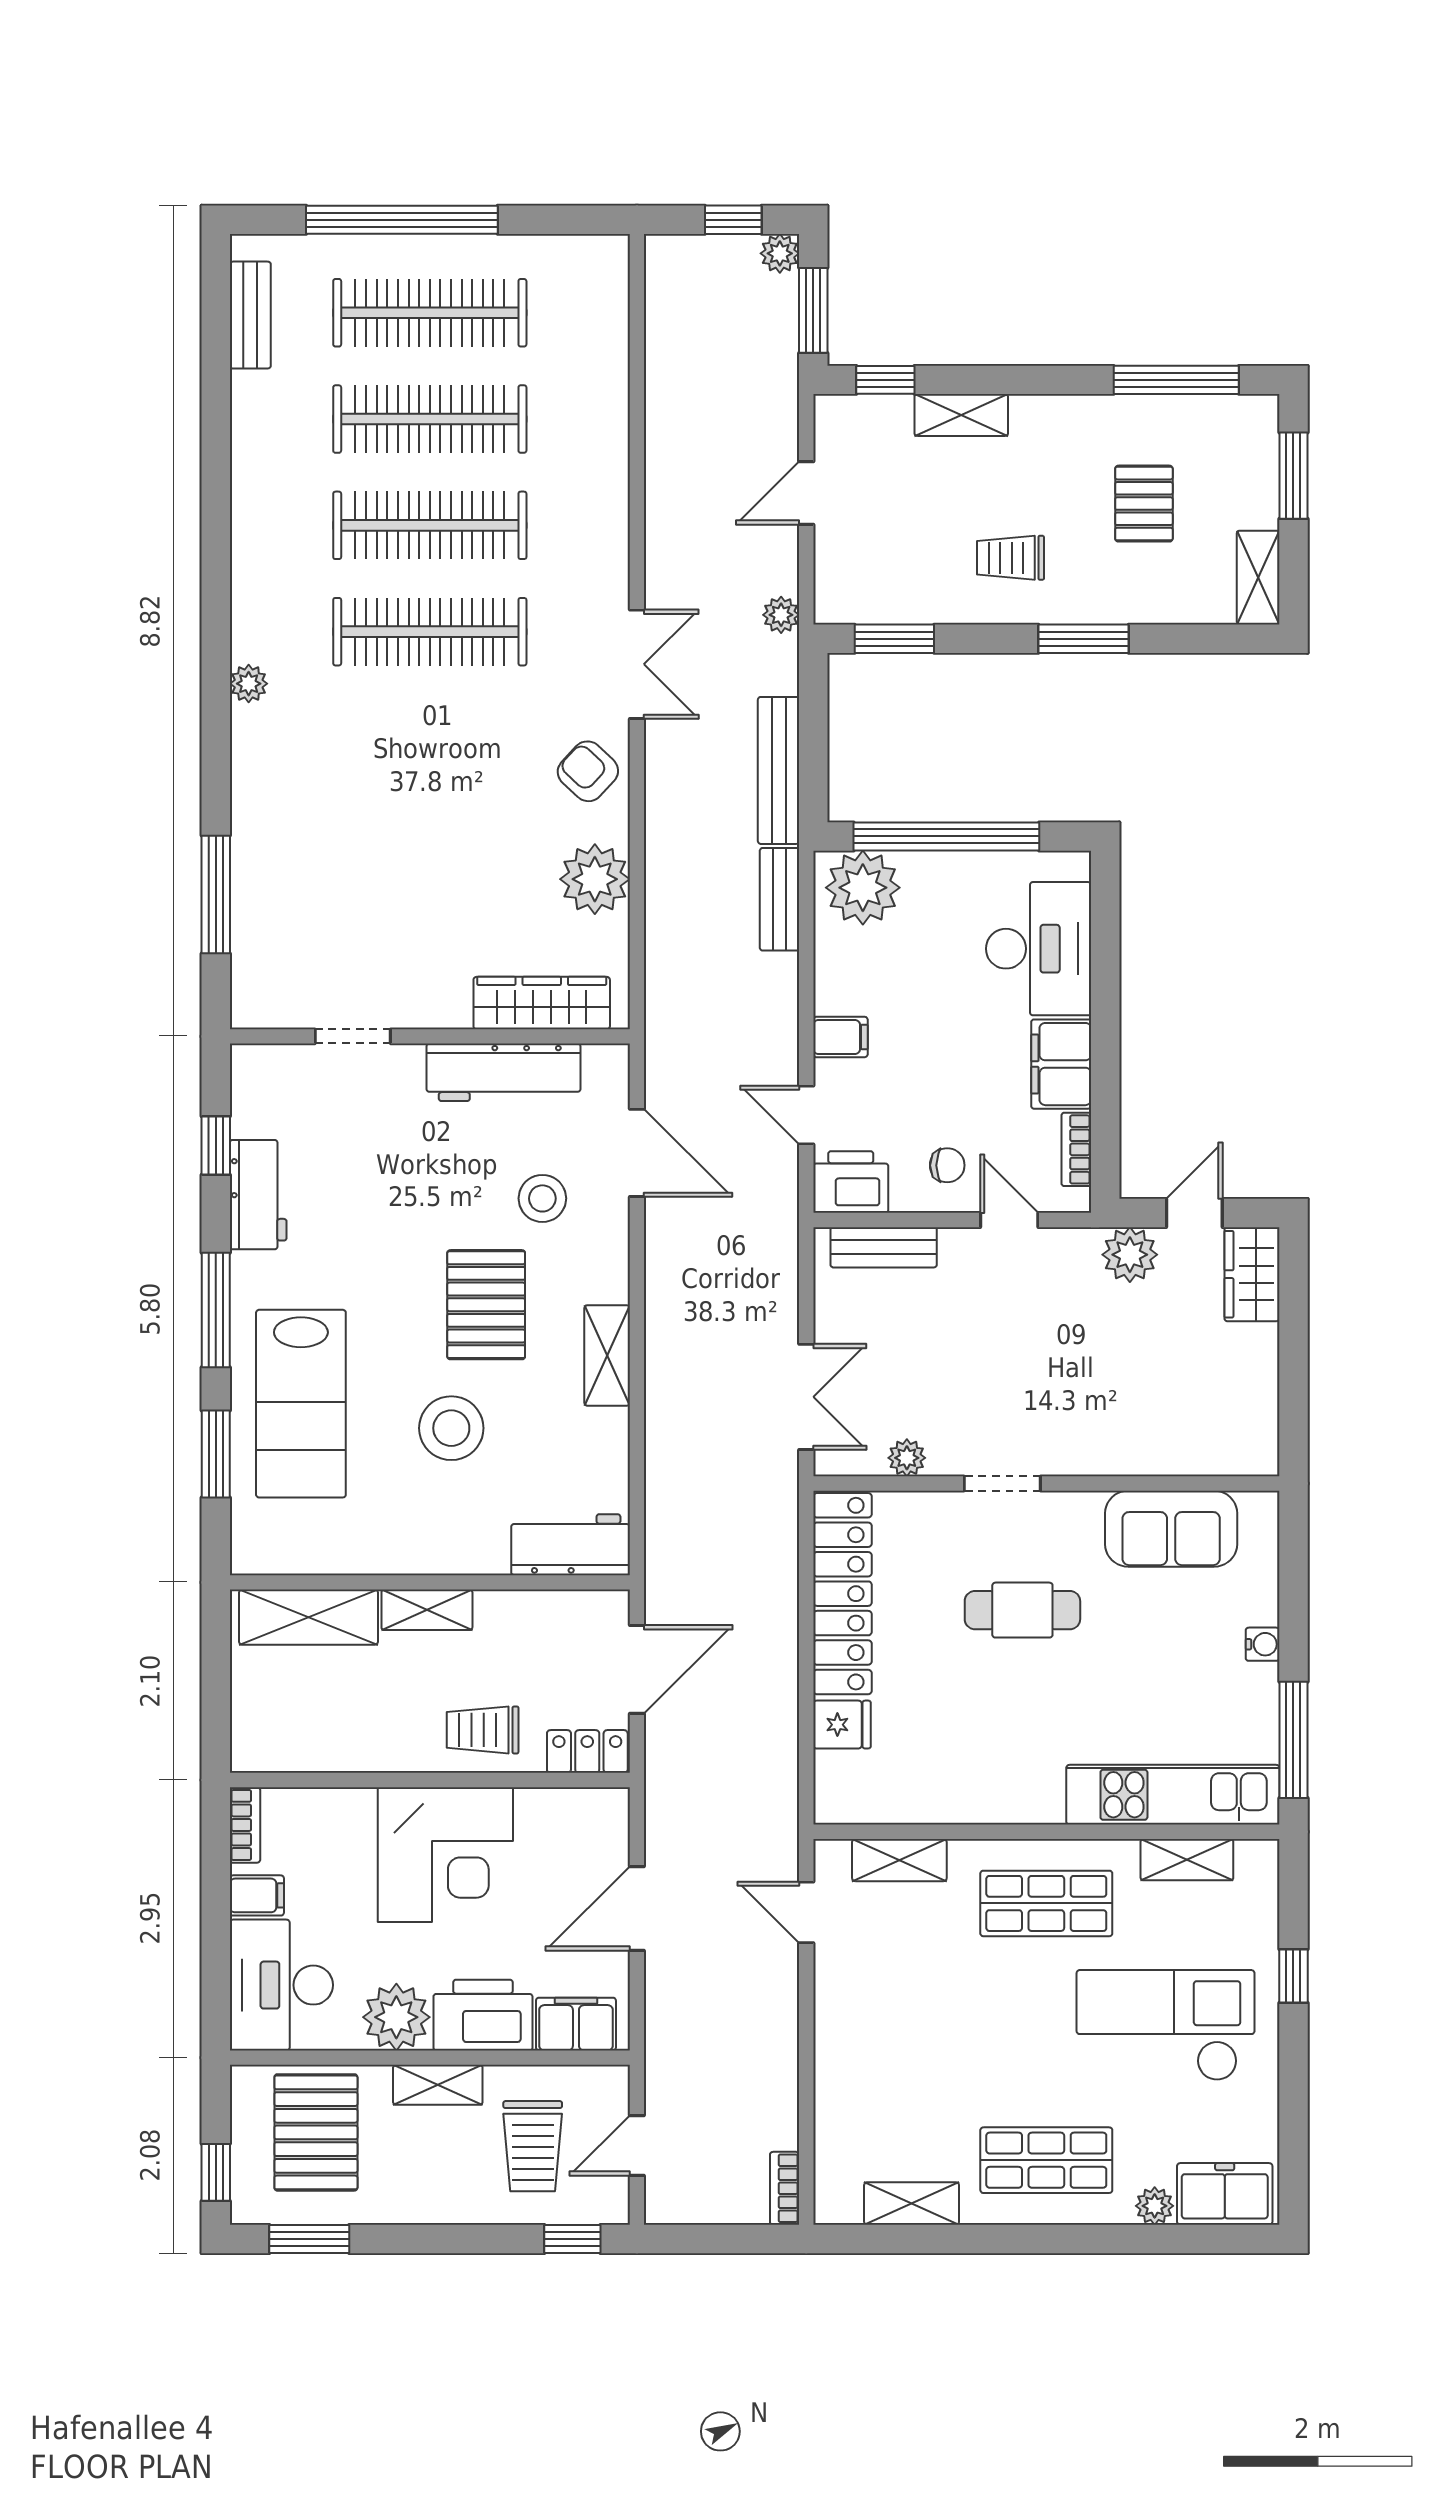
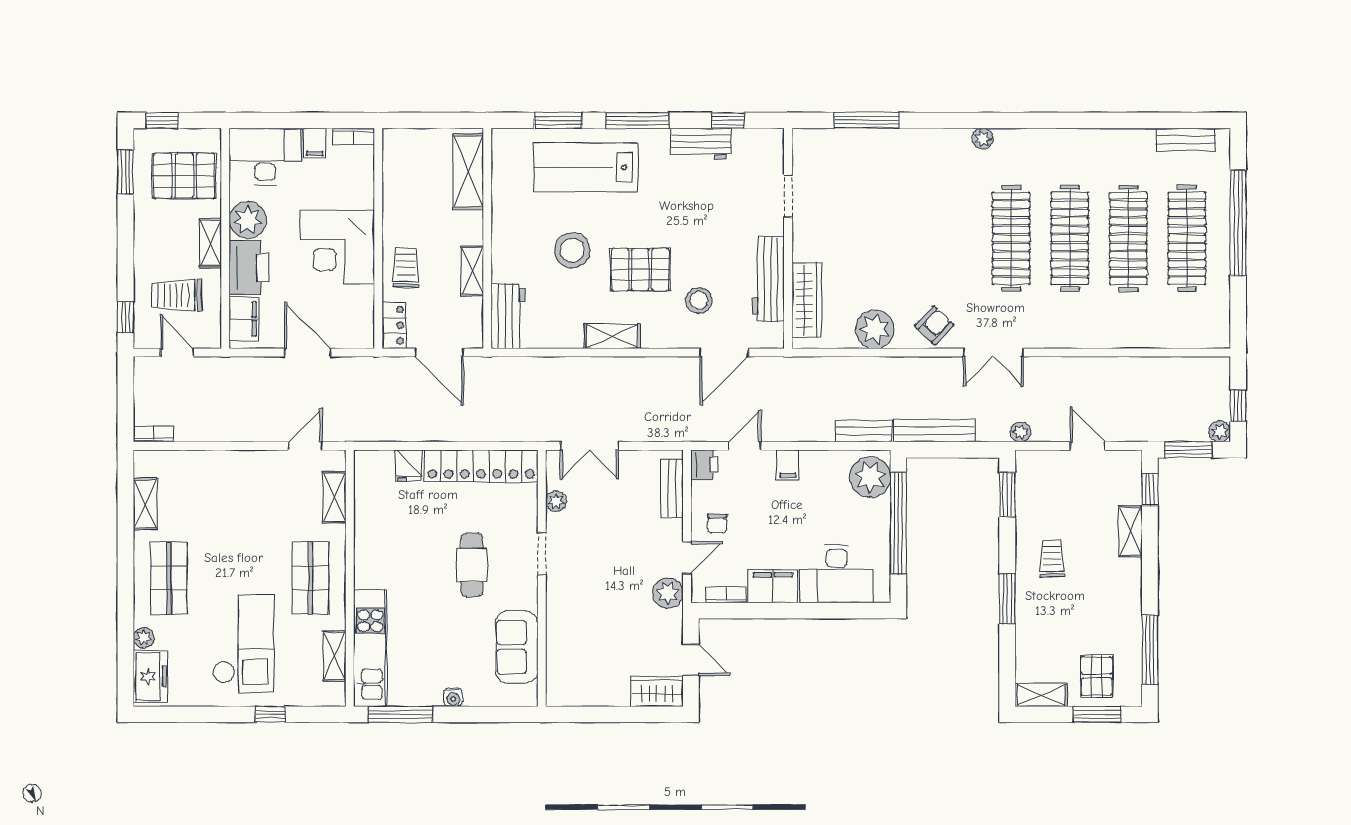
pallet: (1144, 504) -> (1097, 676), moved, turned 90
printer: (851, 1182) -> (705, 465), width x0.73, depth x0.81
plant: (1130, 1255) -> (668, 593), moved
shelving: (427, 1610) -> (472, 271), moved

